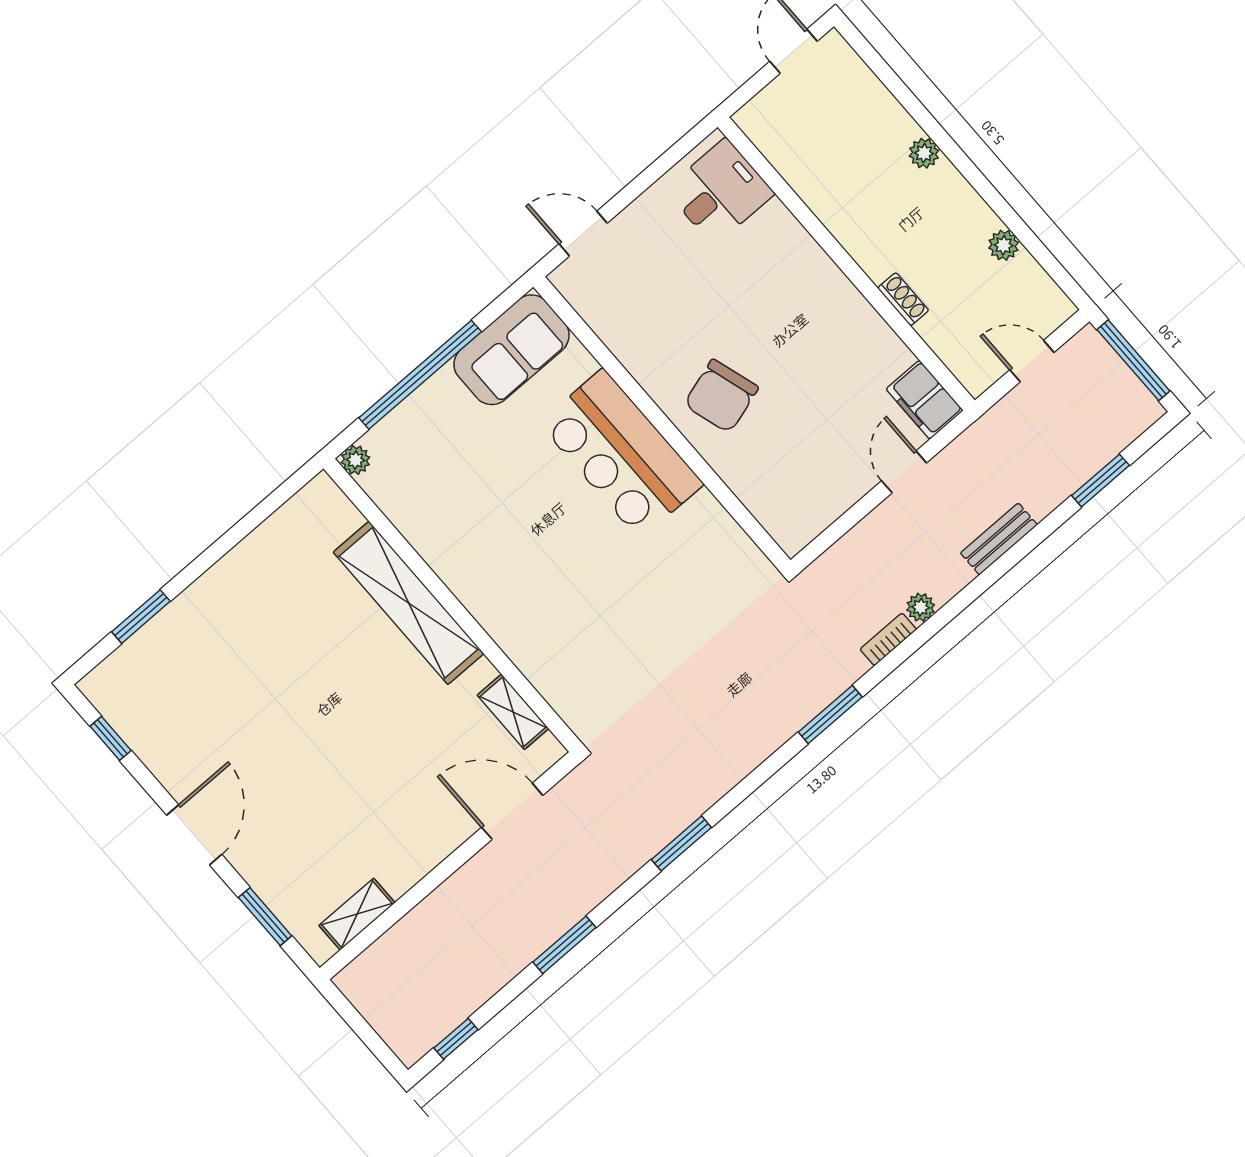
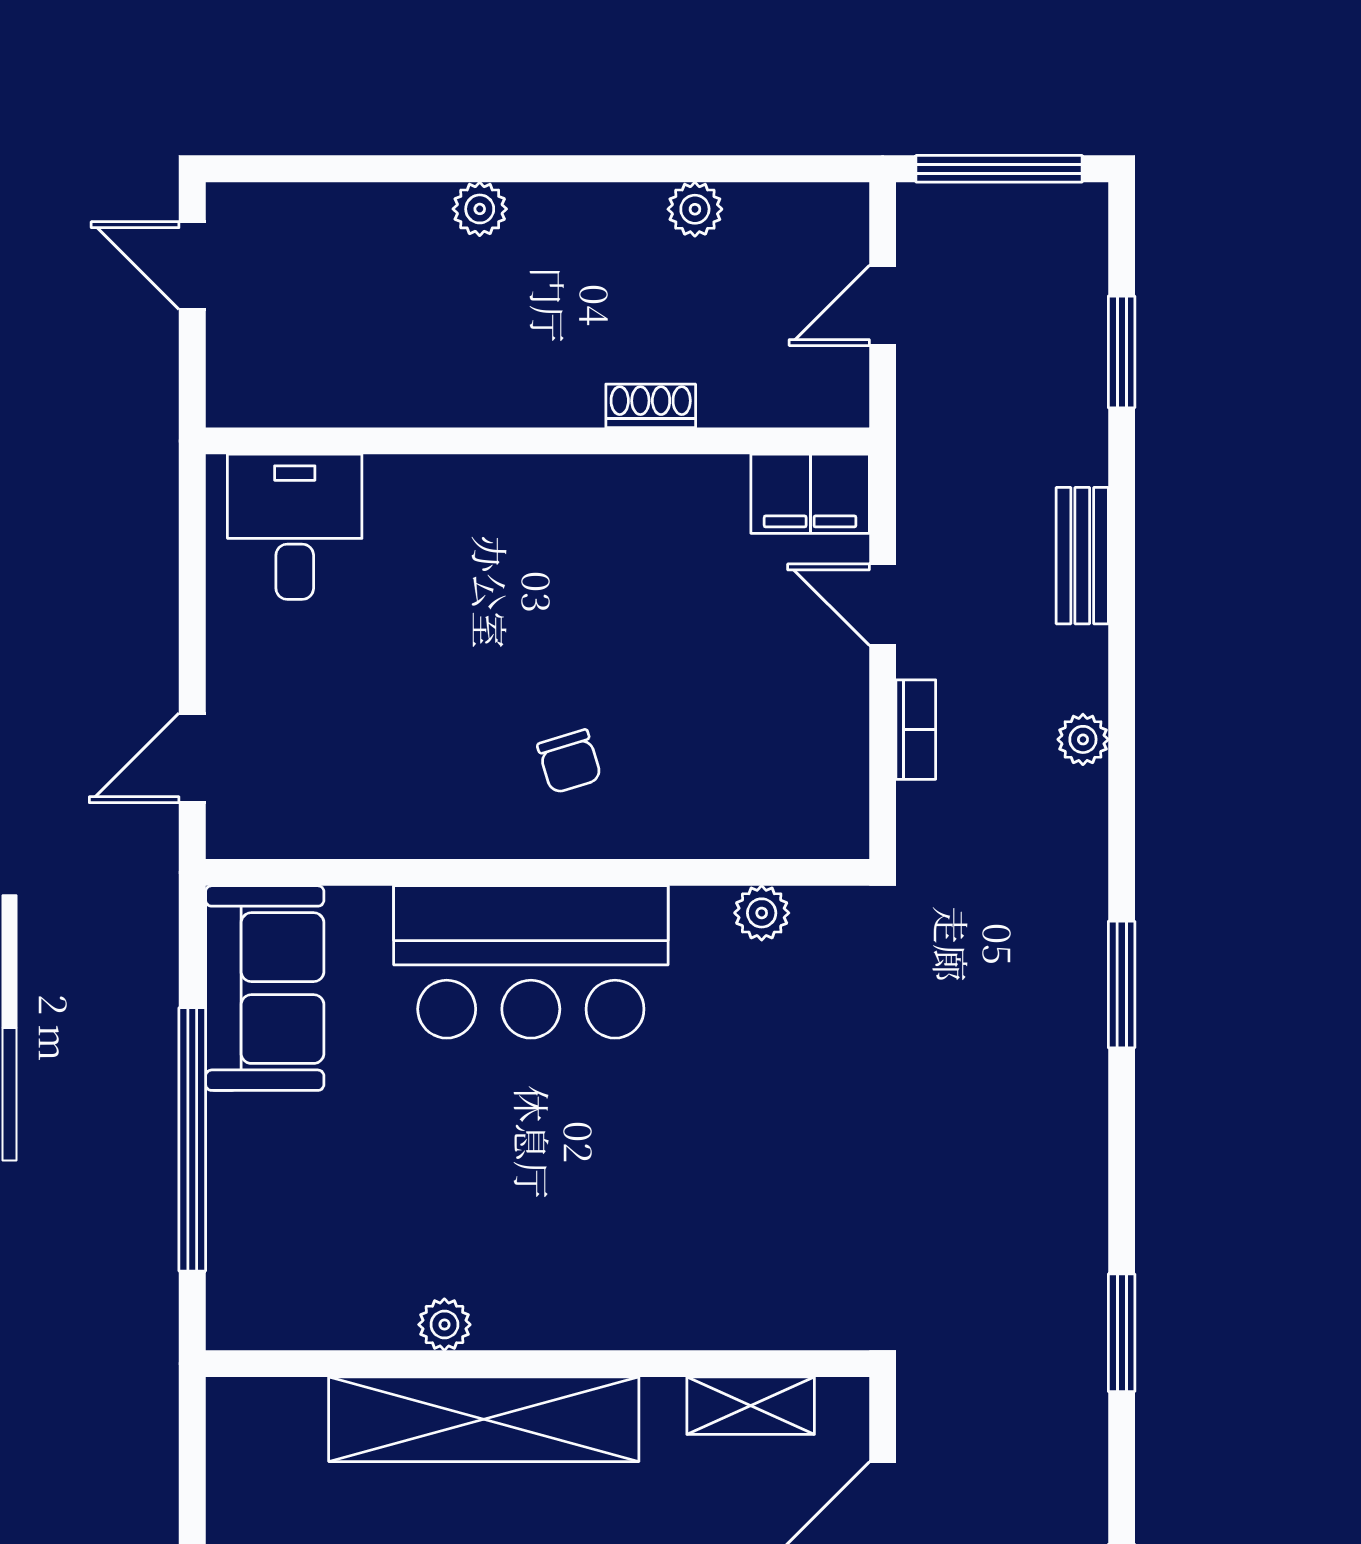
chair: (721, 396) -> (569, 761), width x0.54, depth x0.54
plant: (355, 460) -> (444, 1325), moved
plant: (728, 534) -> (762, 913), added
bookcase: (888, 639) -> (916, 730), moved, turned 180

